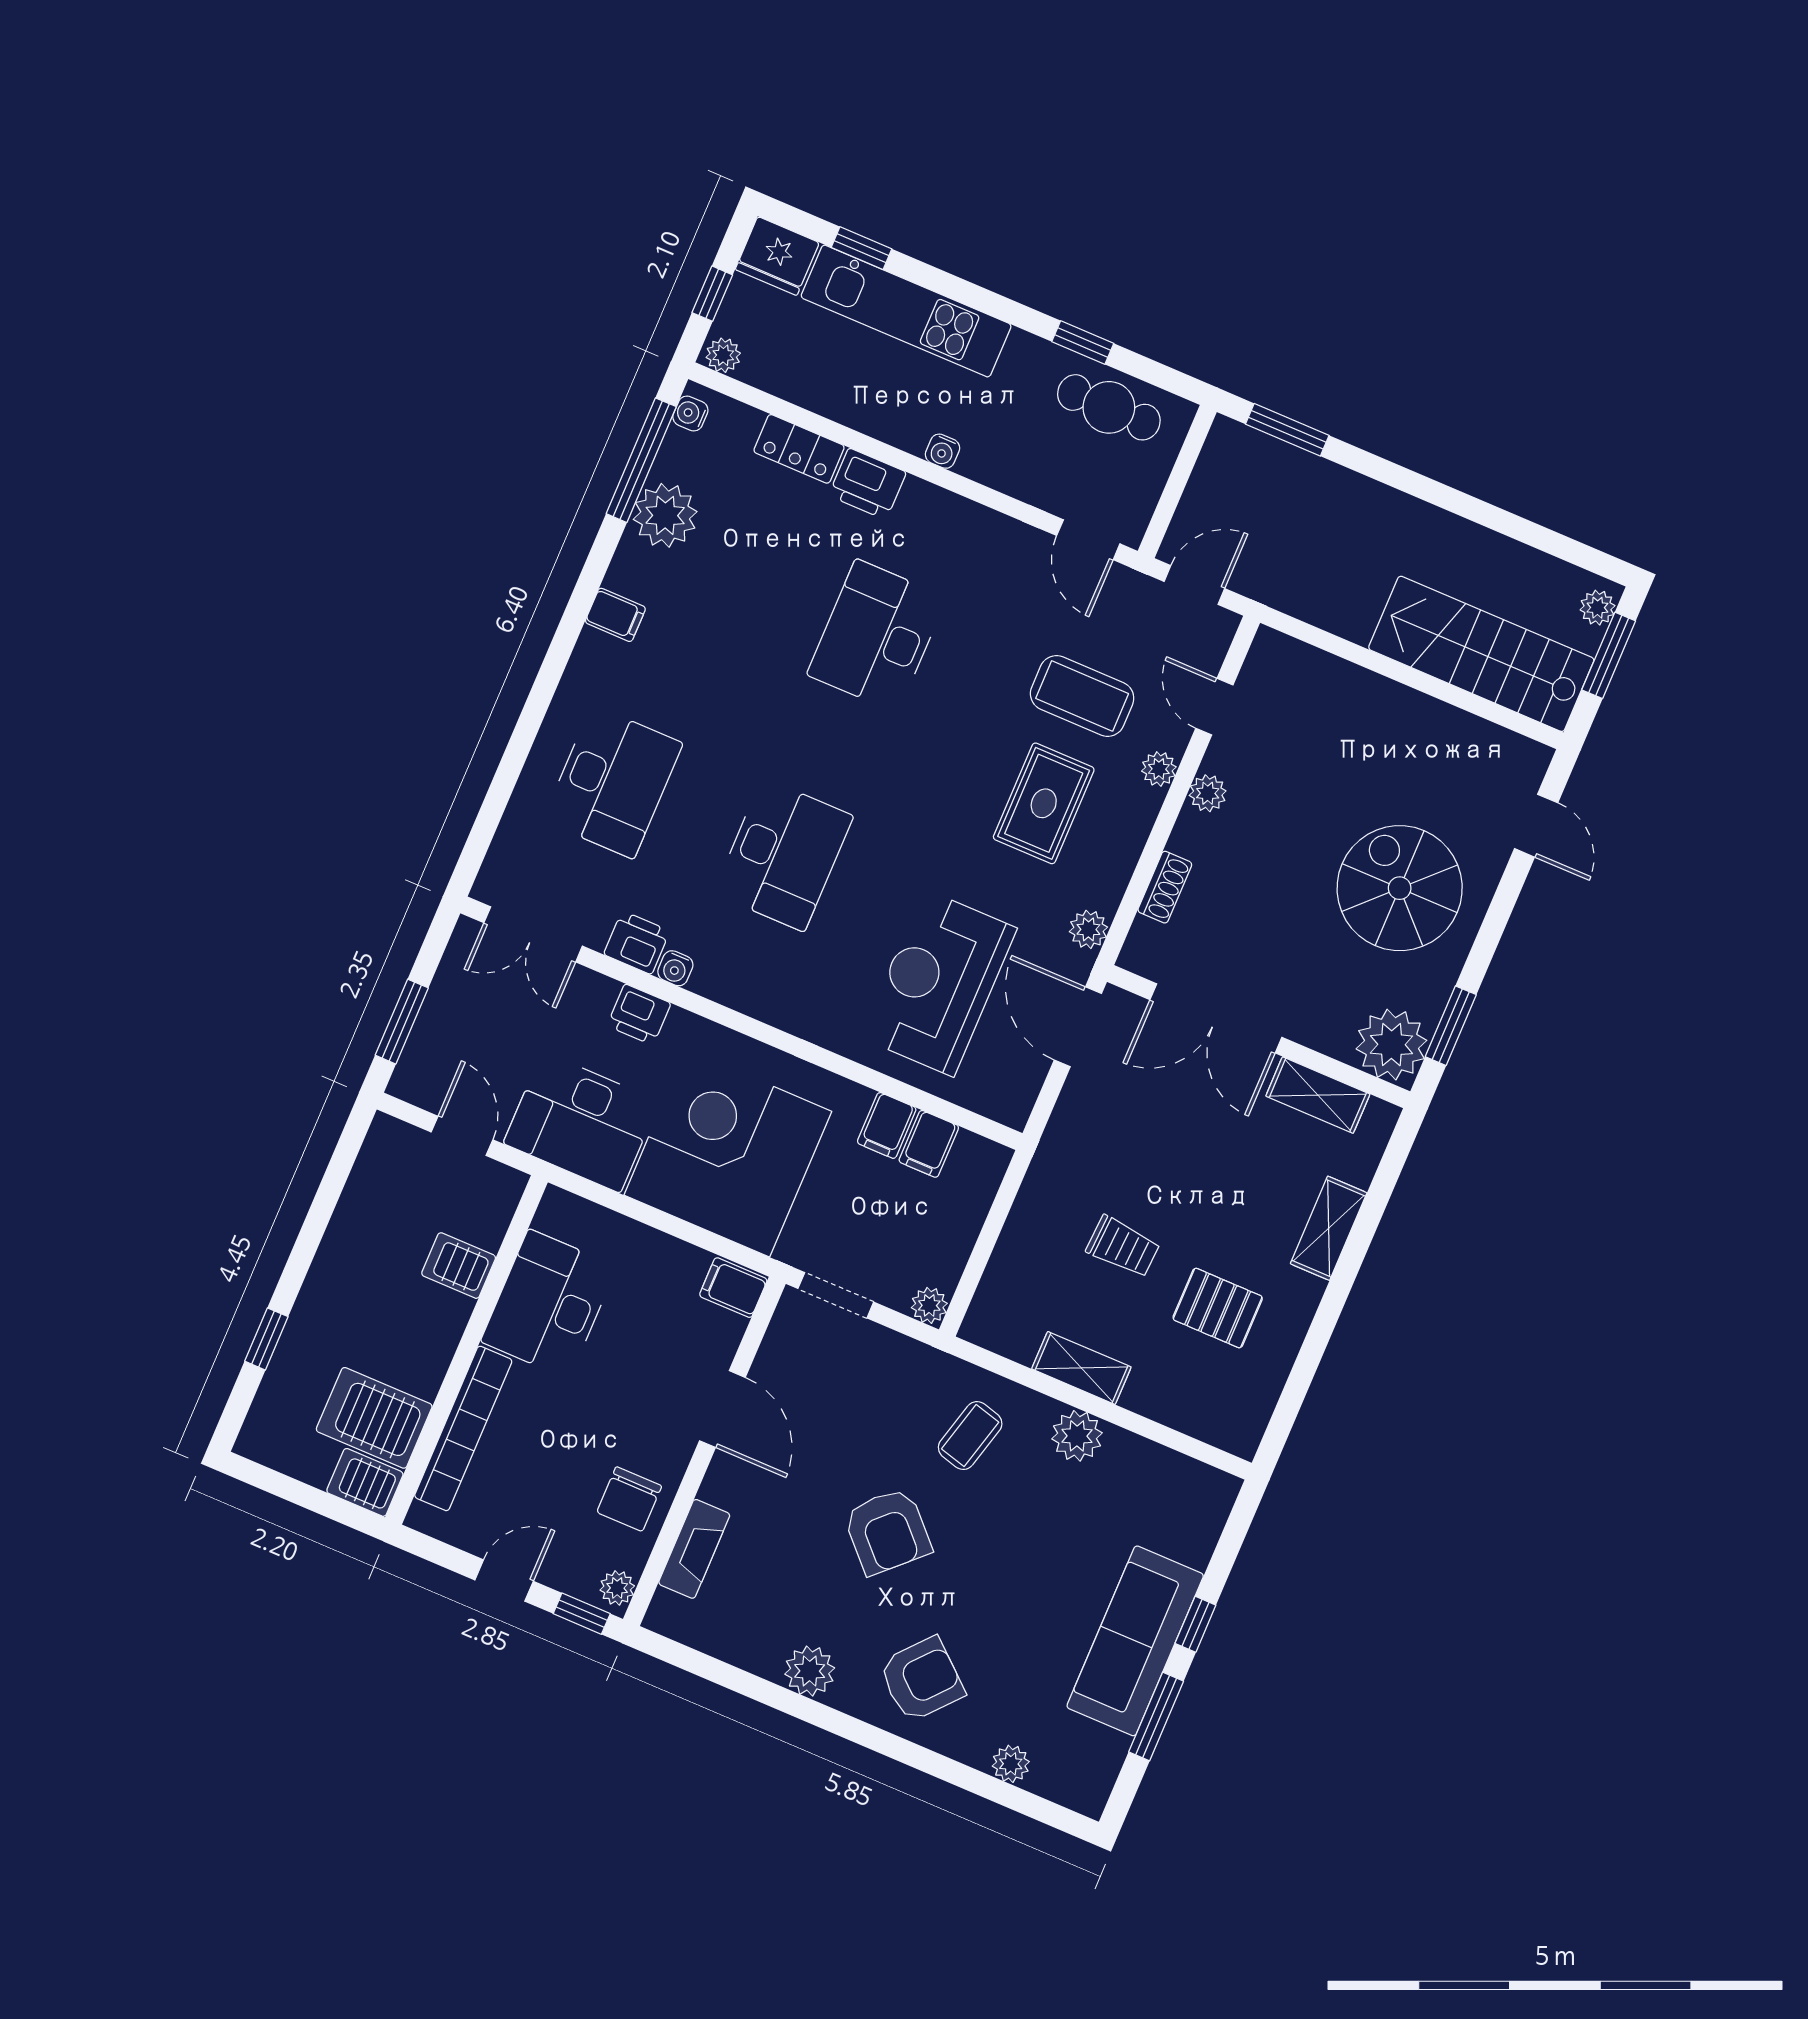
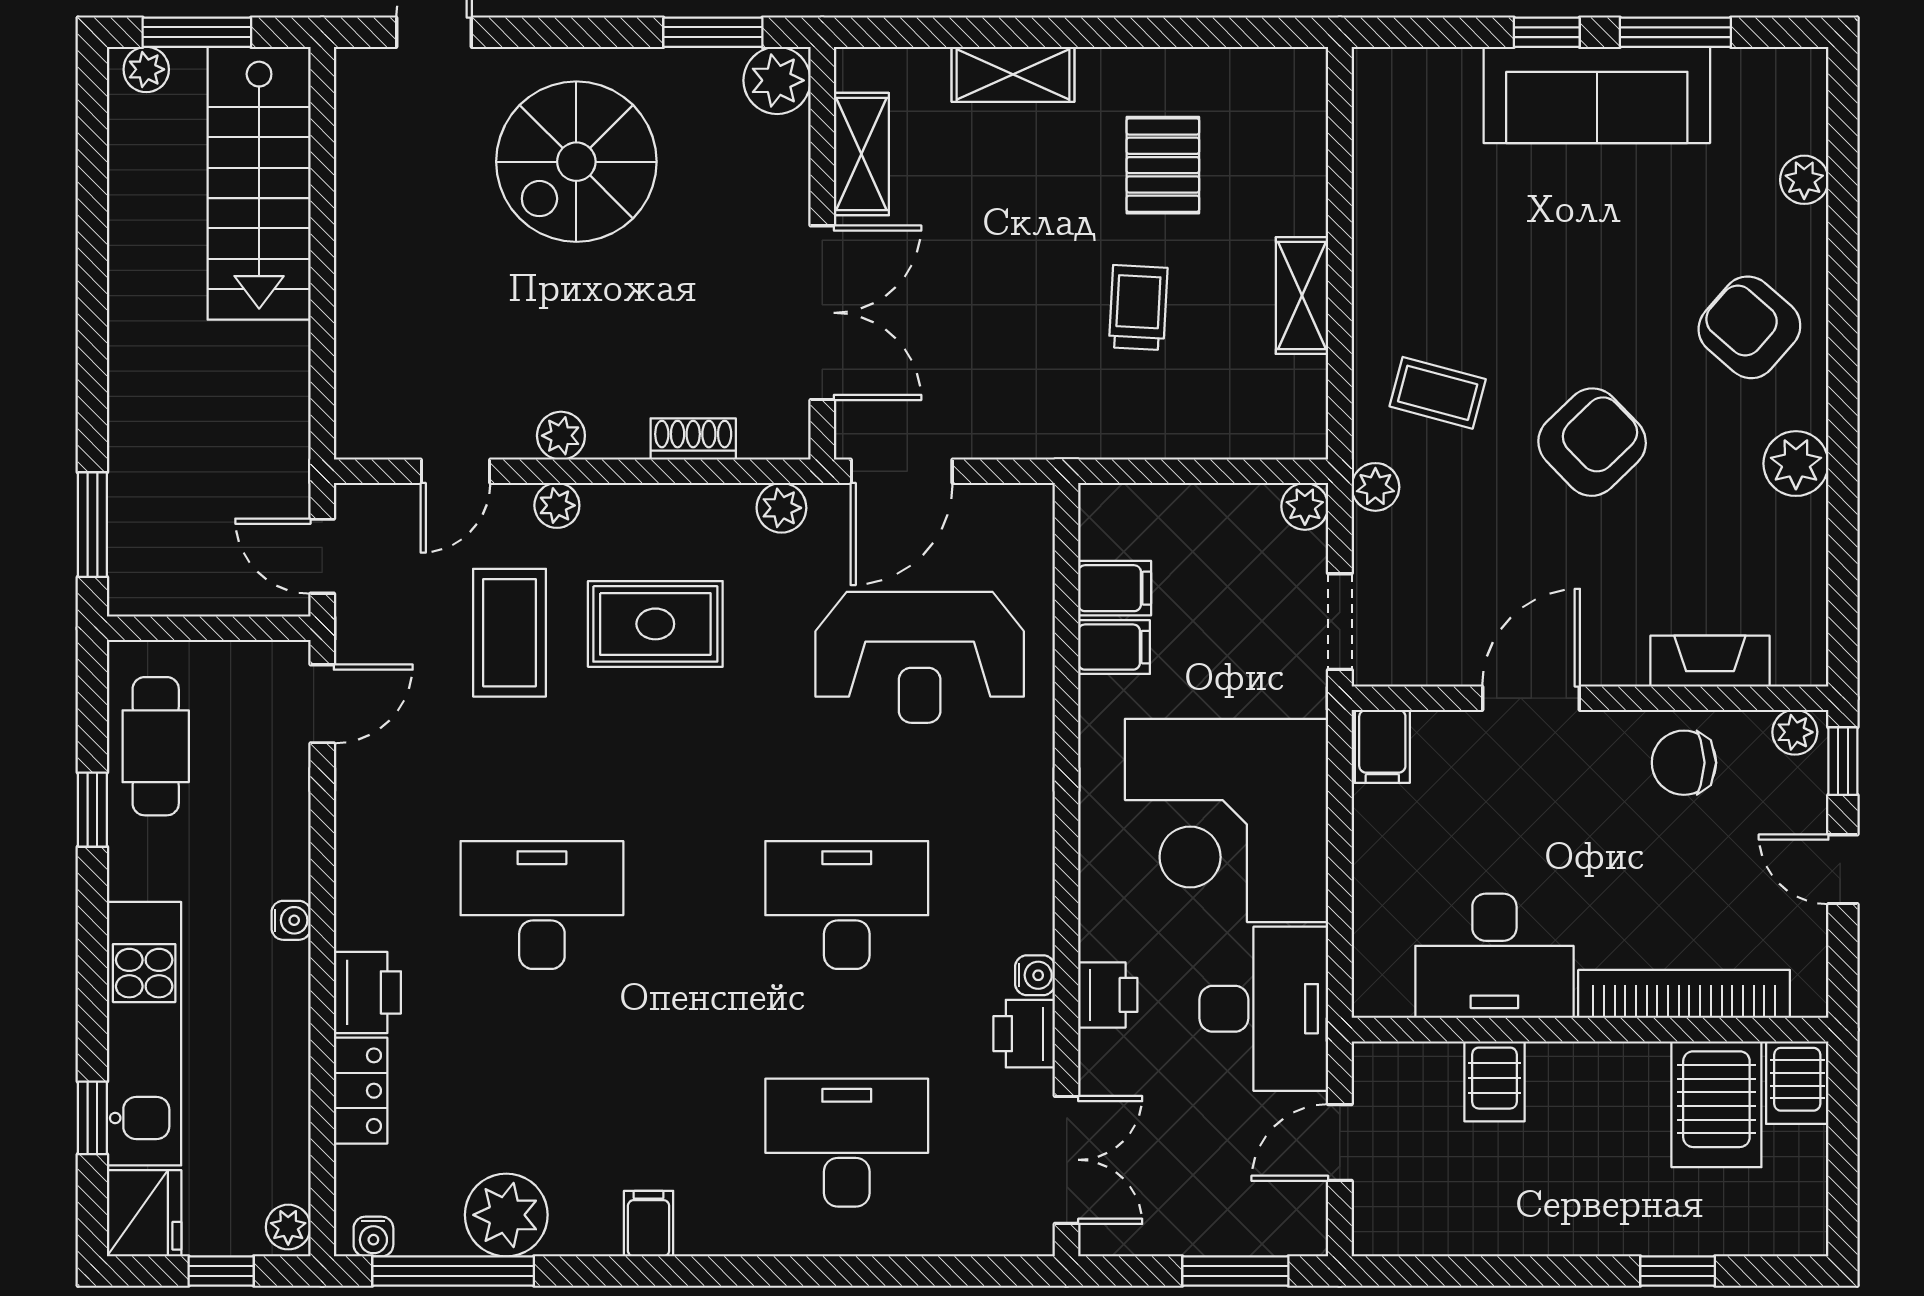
desk: (877, 636) -> (542, 905), turned 180
plant: (1391, 1045) -> (777, 80), width x0.73, depth x0.73
plant: (1077, 1436) -> (1375, 487), moved, width x0.73, depth x0.73
chair: (629, 1499) -> (1684, 763), turned 180

